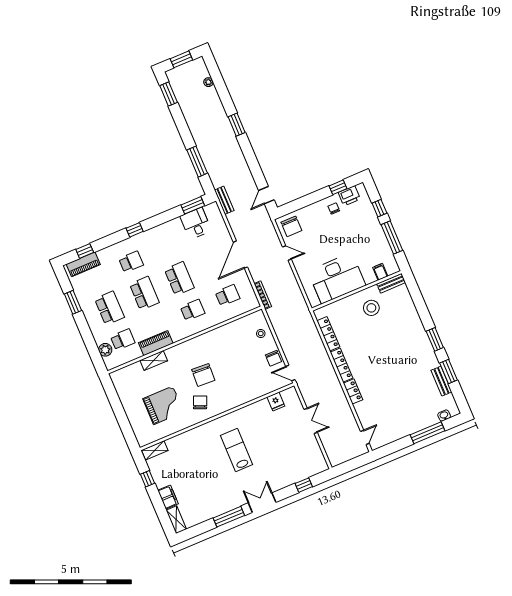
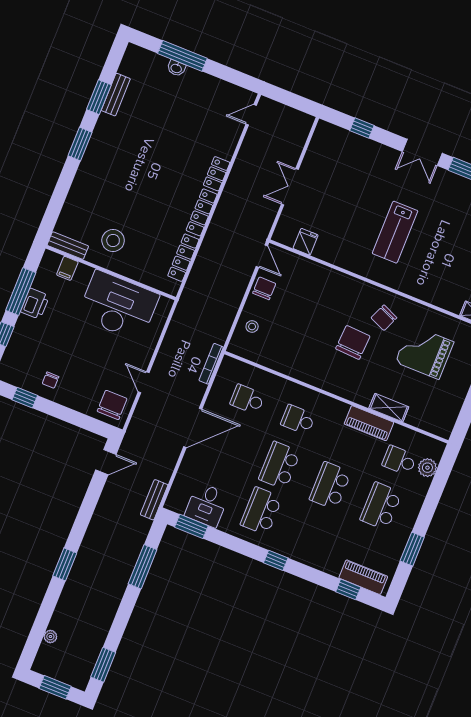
printer: (349, 196) -> (35, 304), moved, turned 90
school desk: (131, 262) -> (261, 511), moved, width x1.85
washbasin: (444, 415) -> (176, 68), moved

